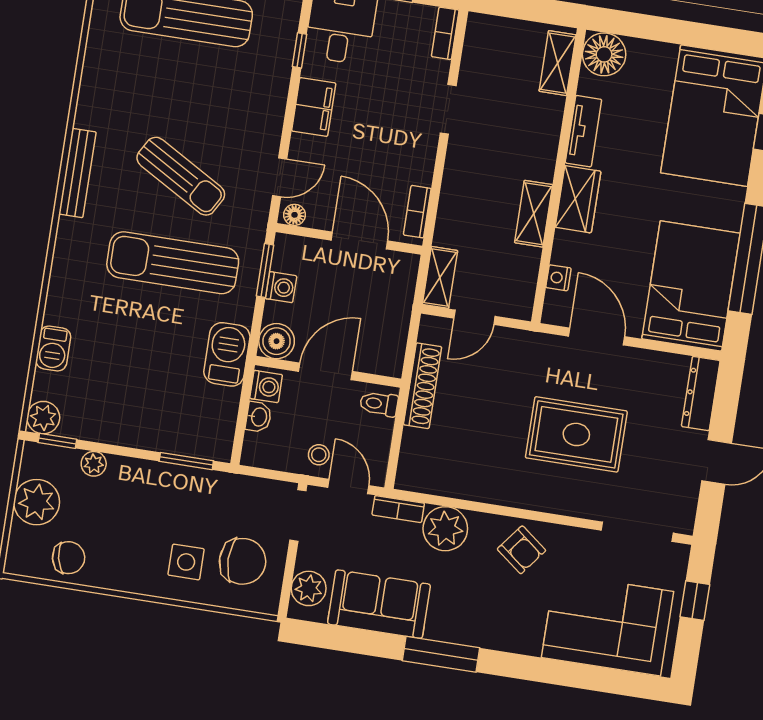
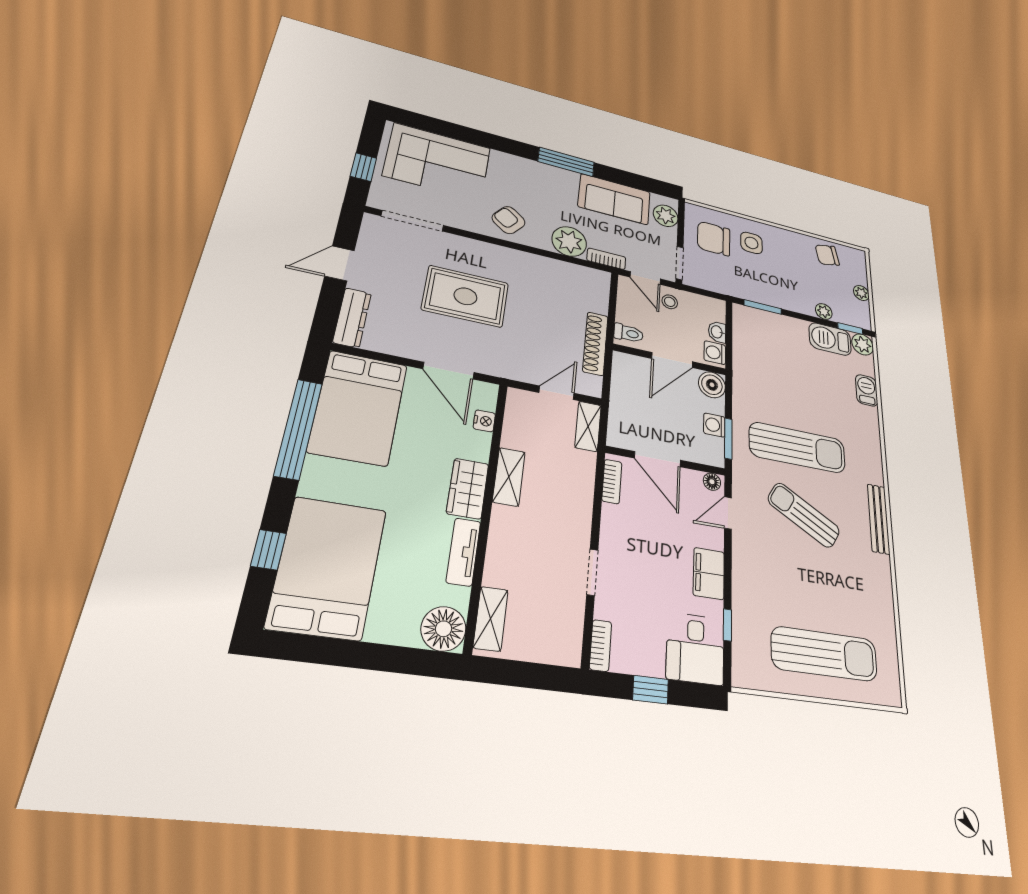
barbecue: (227, 354) -> (830, 339), moved, turned 90
plant: (37, 502) -> (861, 293), width x0.53, depth x0.53

